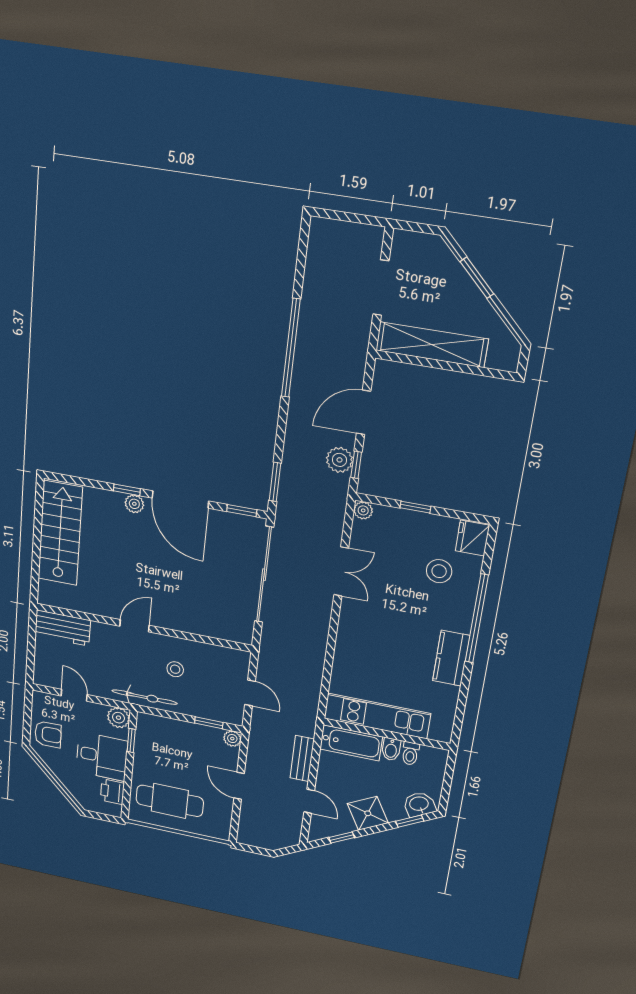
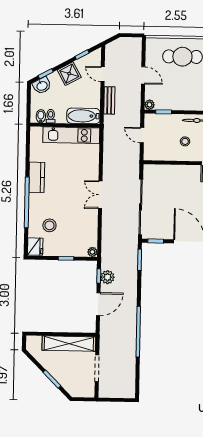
double door: (341, 571) -> (100, 195), moved
bidet: (391, 749) -> (41, 116), moved

